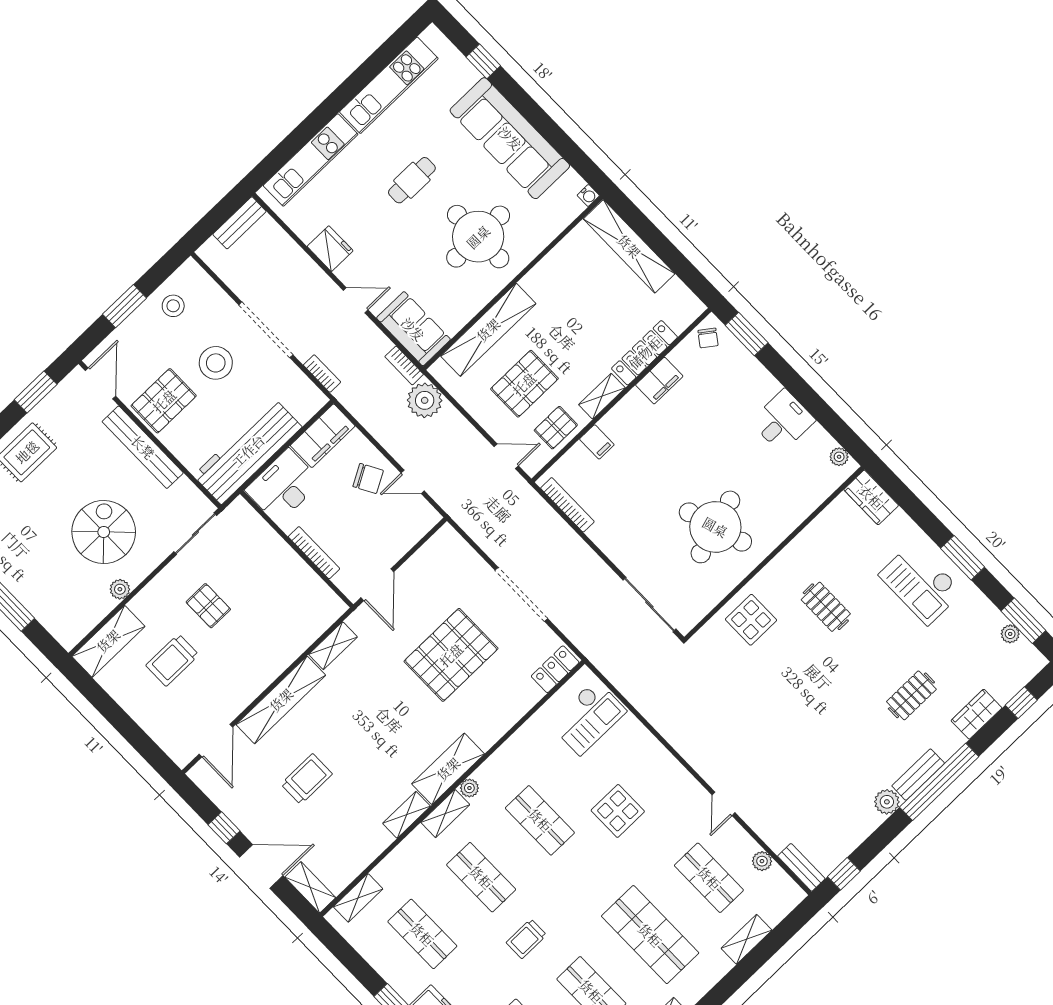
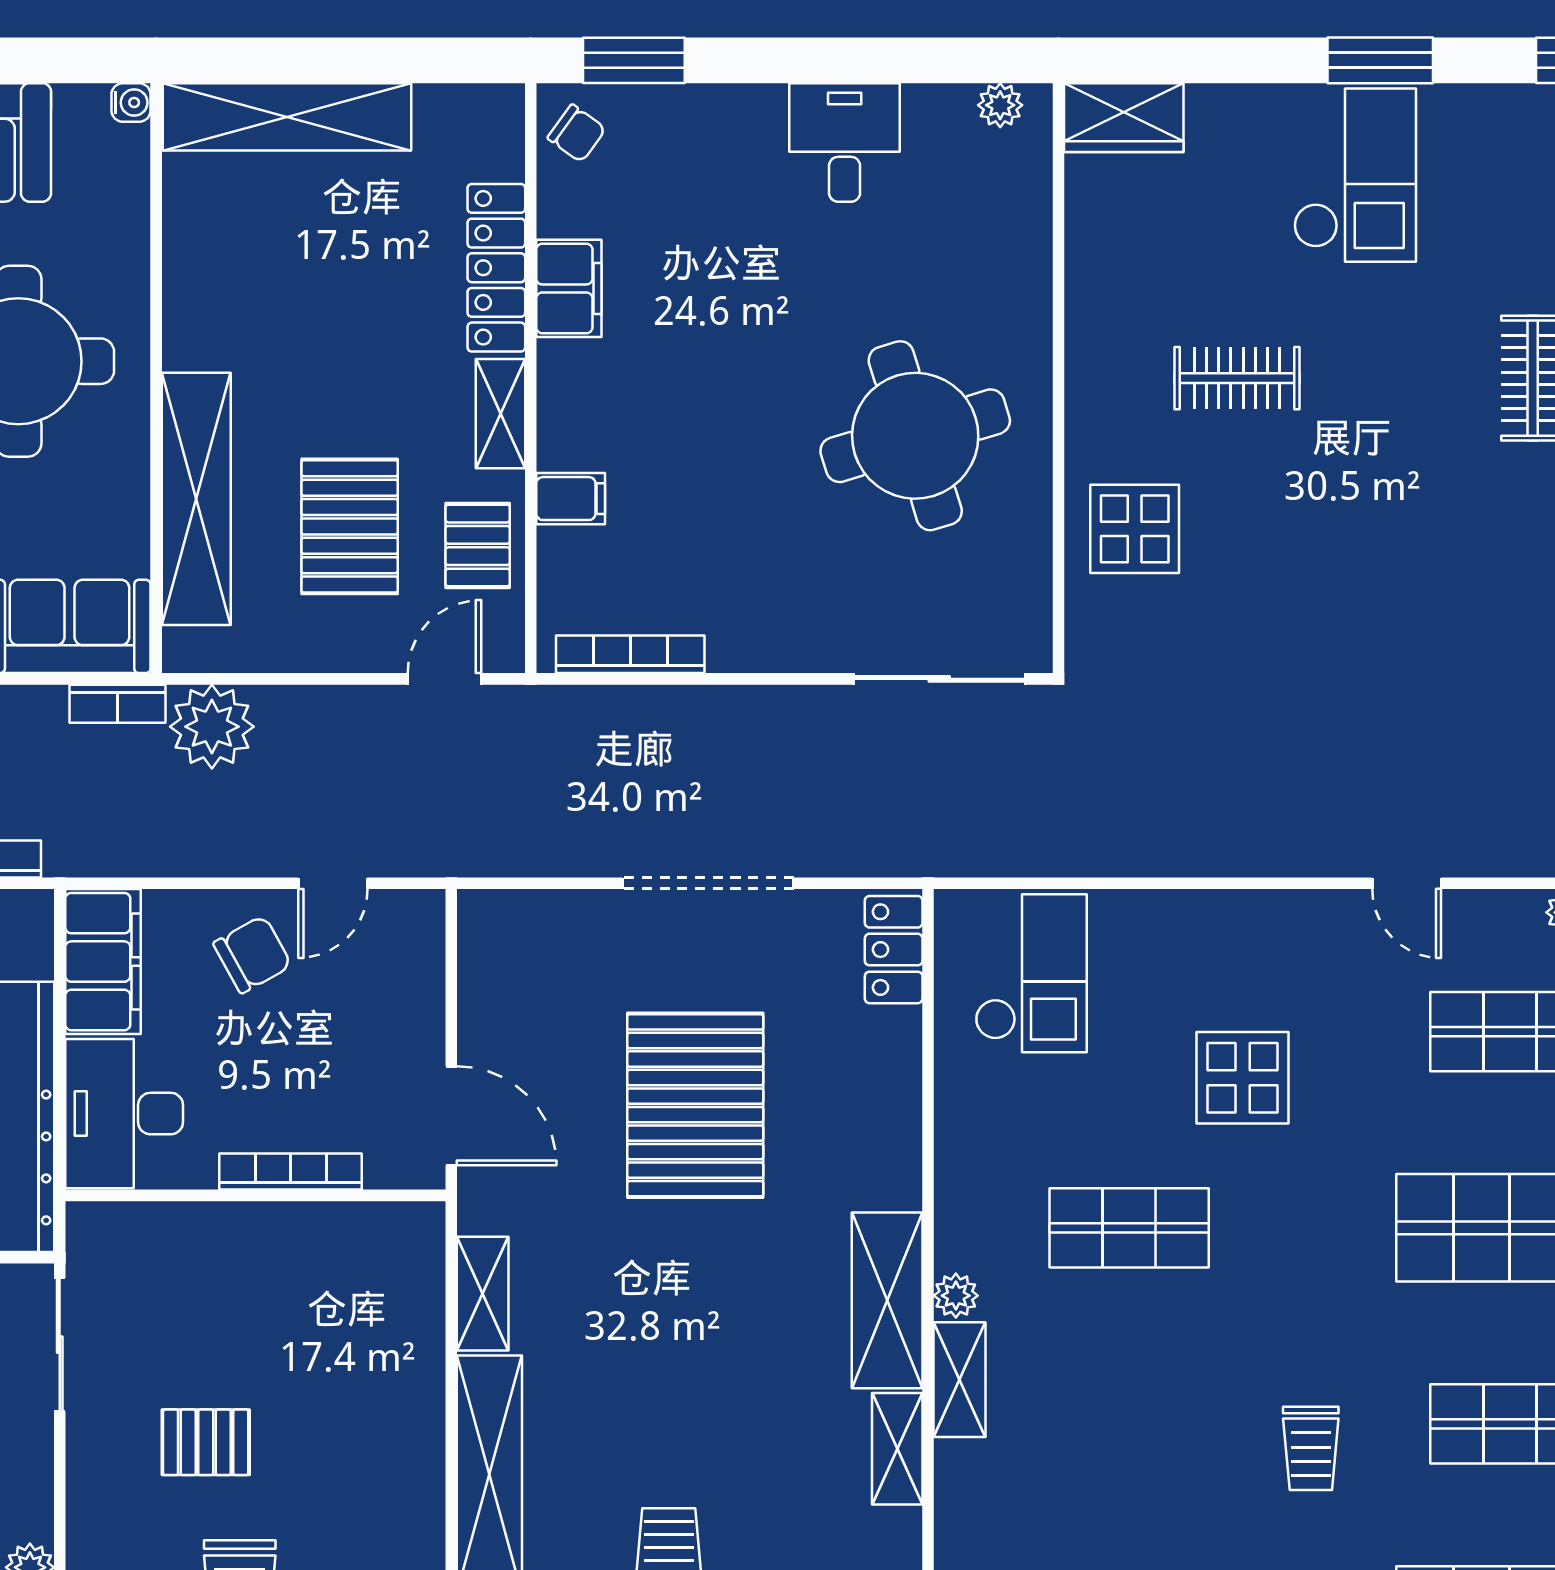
checkout: (921, 583) -> (1355, 175), turned -90
shop shelf: (481, 877) -> (1129, 1424), removed

